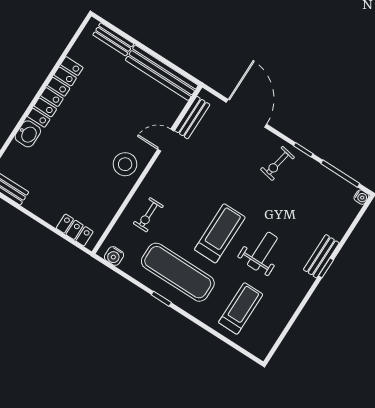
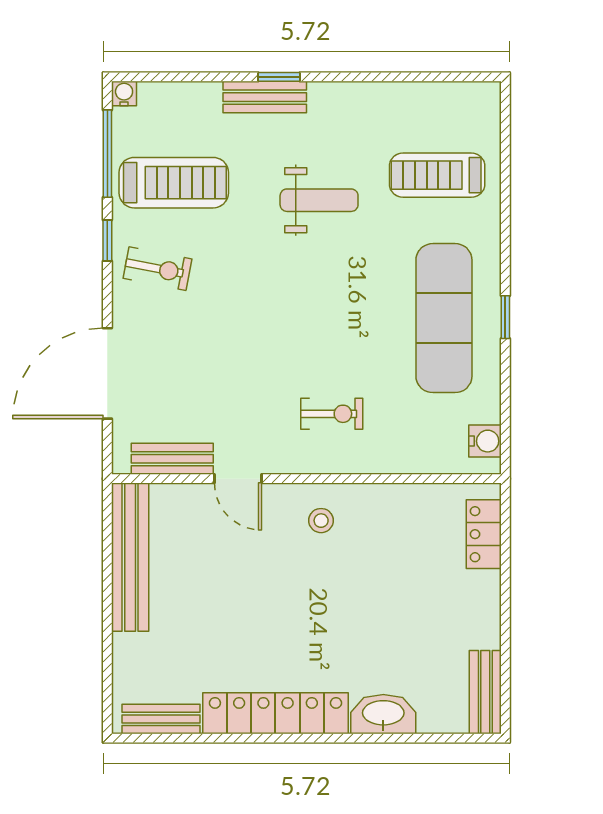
bench: (113, 39) -> (161, 719), moved, turned 90
washbasin: (28, 134) -> (383, 714), width x1.38
stool: (125, 164) -> (321, 521), width x0.53, depth x0.53
exercise bike: (148, 215) -> (332, 414), moved
treadmill: (220, 233) -> (174, 183), moved, turned 180
weight bench: (262, 251) -> (319, 200), turned 180

